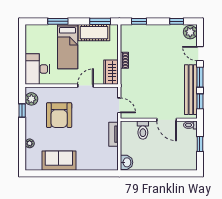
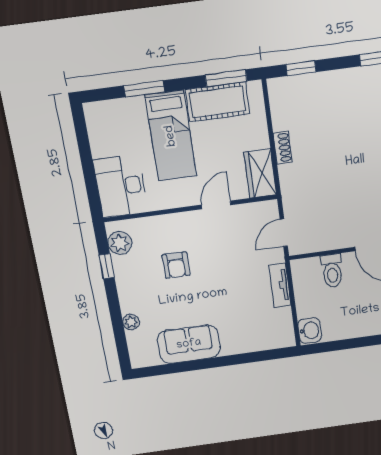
door: (119, 105) -> (284, 233), swing flipped
armchair: (59, 115) -> (176, 265), width x0.53, depth x0.53

